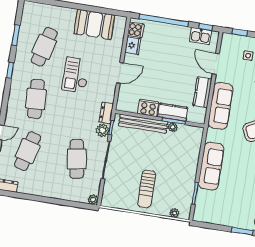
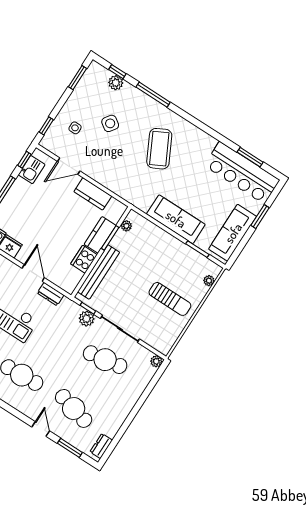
sofa: (220, 106) -> (233, 233), moved, turned -90
dresser: (106, 113) -> (51, 294), moved
plant: (173, 127) -> (126, 226), moved

